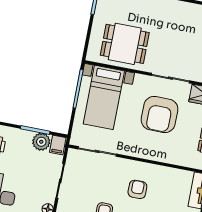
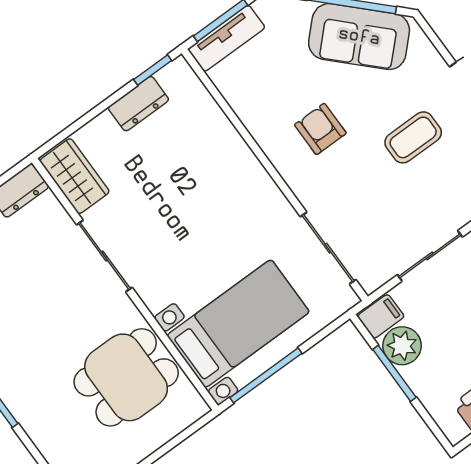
dining table: (125, 44) -> (126, 377), turned 90
armchair: (160, 114) -> (175, 215), removed
armchair: (137, 189) -> (320, 129), turned 90

